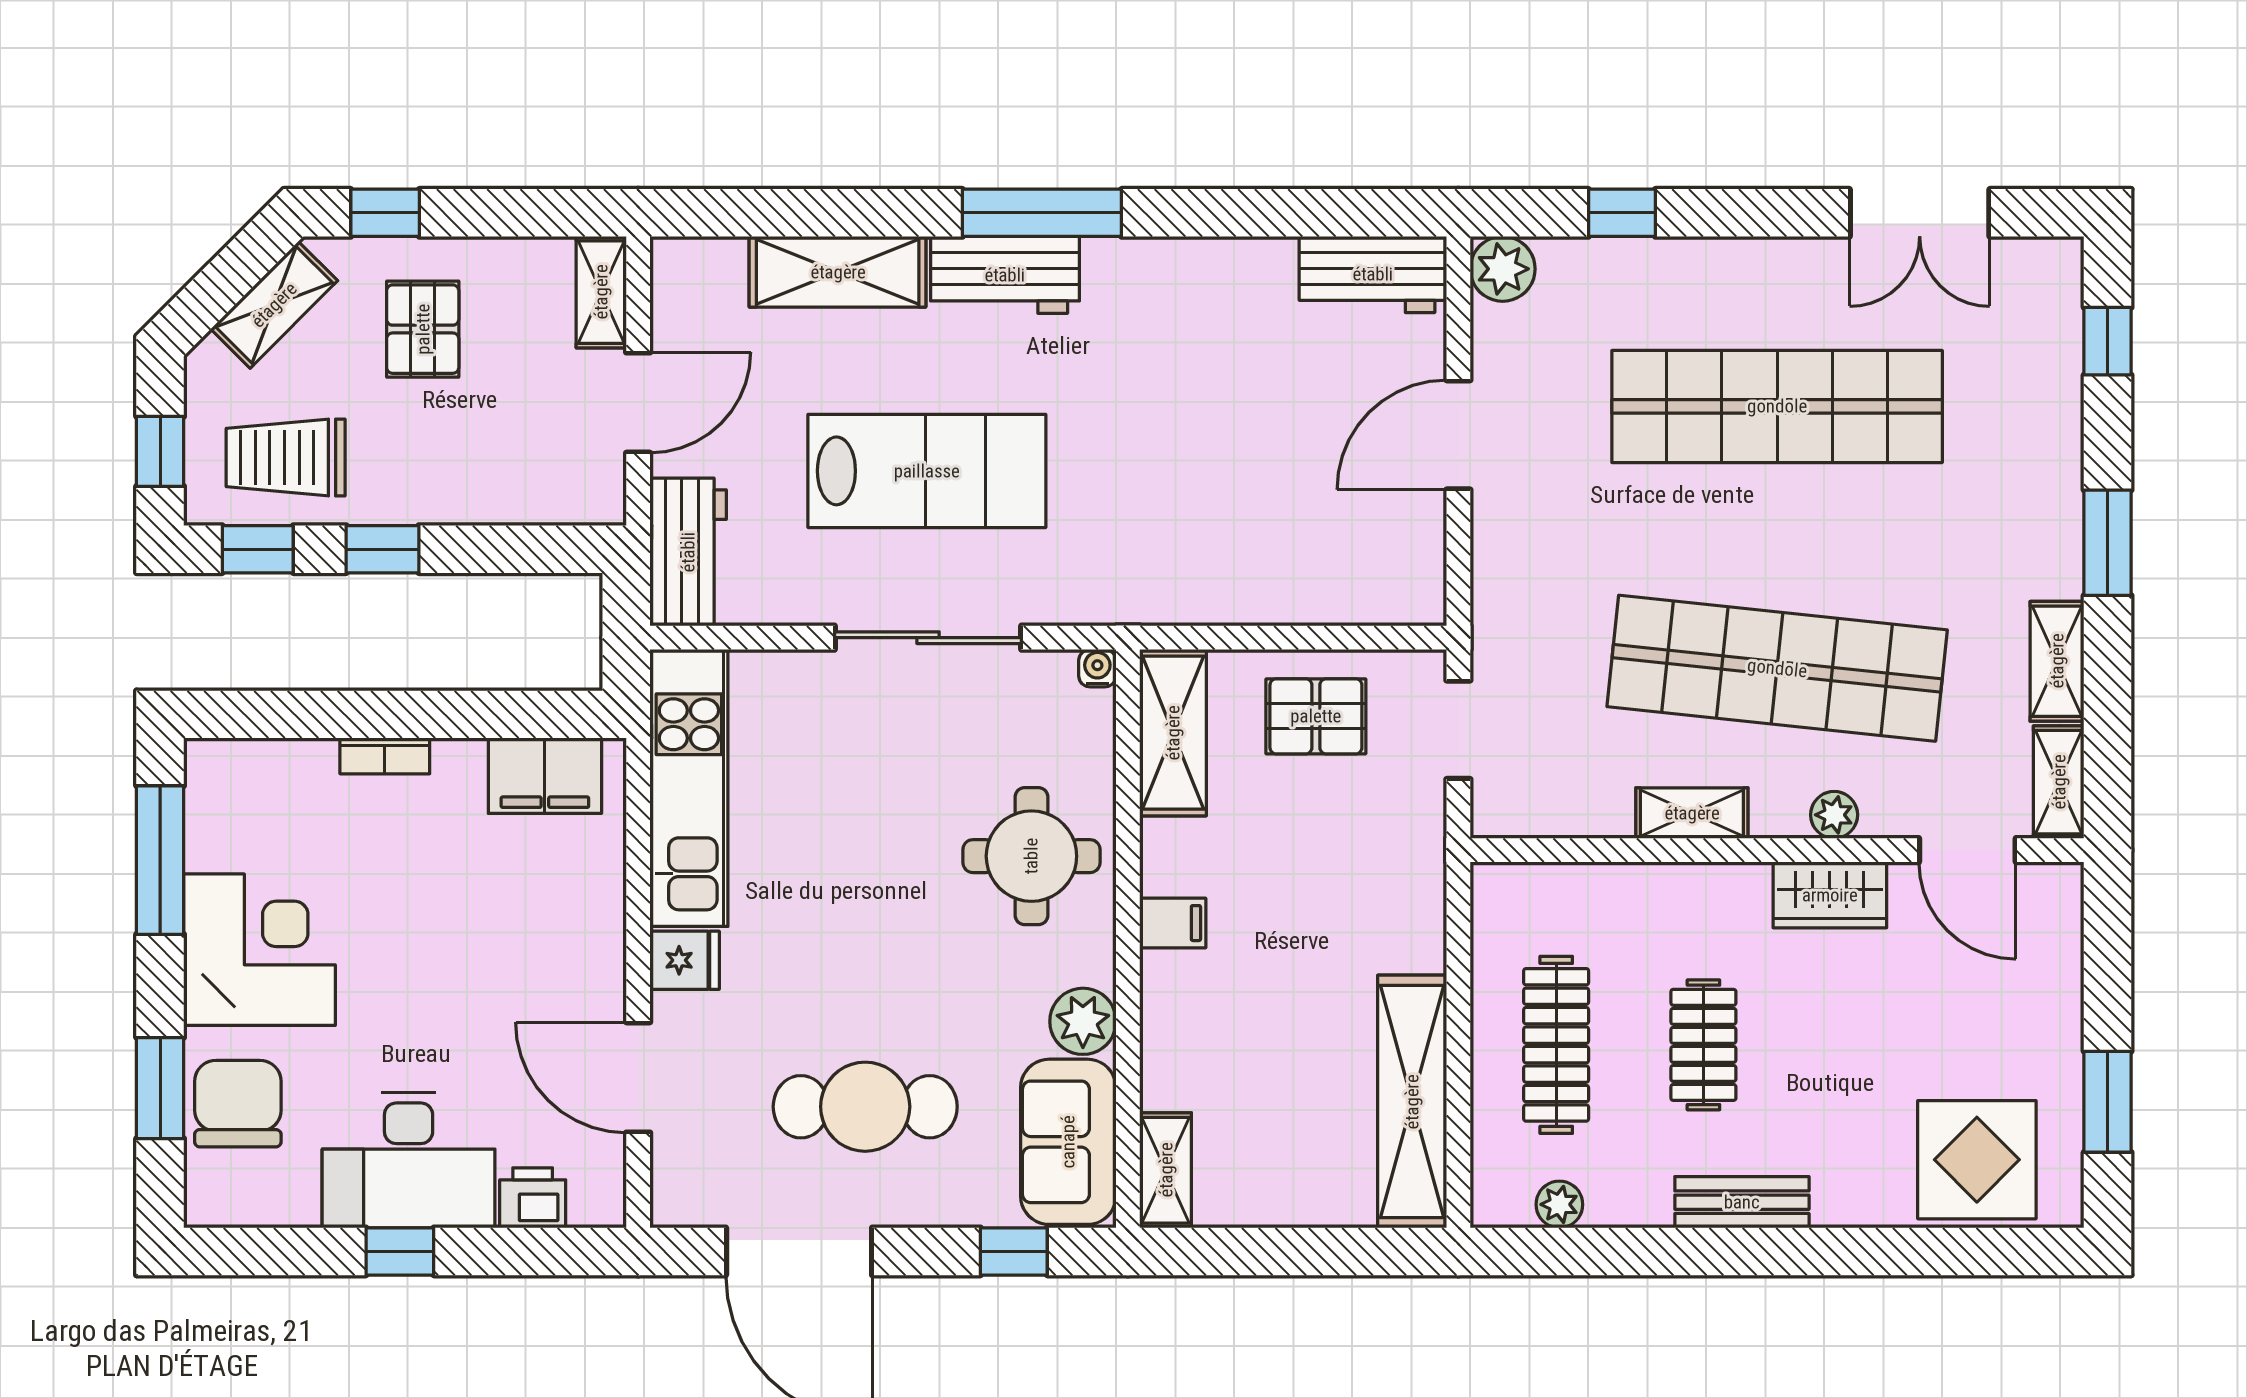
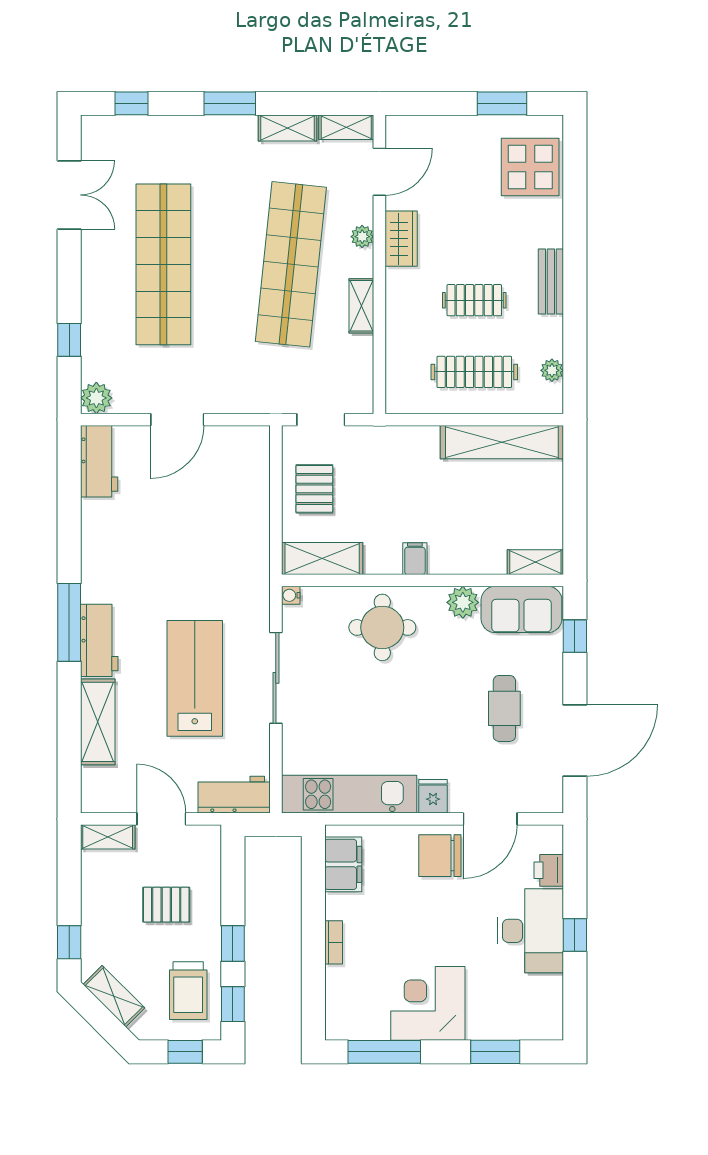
pallet: (423, 329) -> (166, 905), moved
door: (1458, 435) -> (177, 420), hinge flipped
chair: (238, 1104) -> (440, 856), moved
cafe table: (865, 1107) -> (504, 708), width x0.73, depth x0.74

